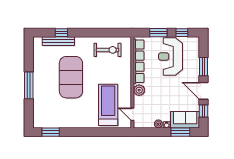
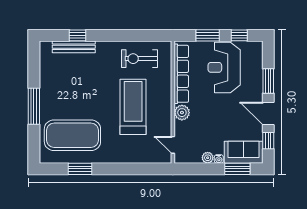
exercise bike: (108, 50) -> (140, 59), turned 180
exercise mat: (71, 77) -> (72, 135), moved, turned 90
treadmill: (108, 105) -> (133, 107), moved
window: (51, 132) -> (80, 169), moved

